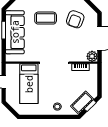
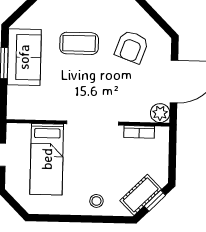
sofa: (15, 32) -> (24, 57), width x0.73

